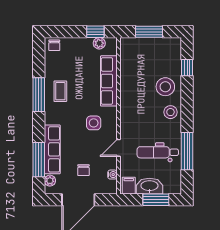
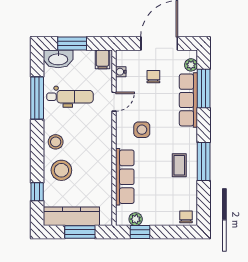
kitchen counter: (156, 46) -> (71, 216), added
washbasin: (149, 186) -> (58, 59), moved

